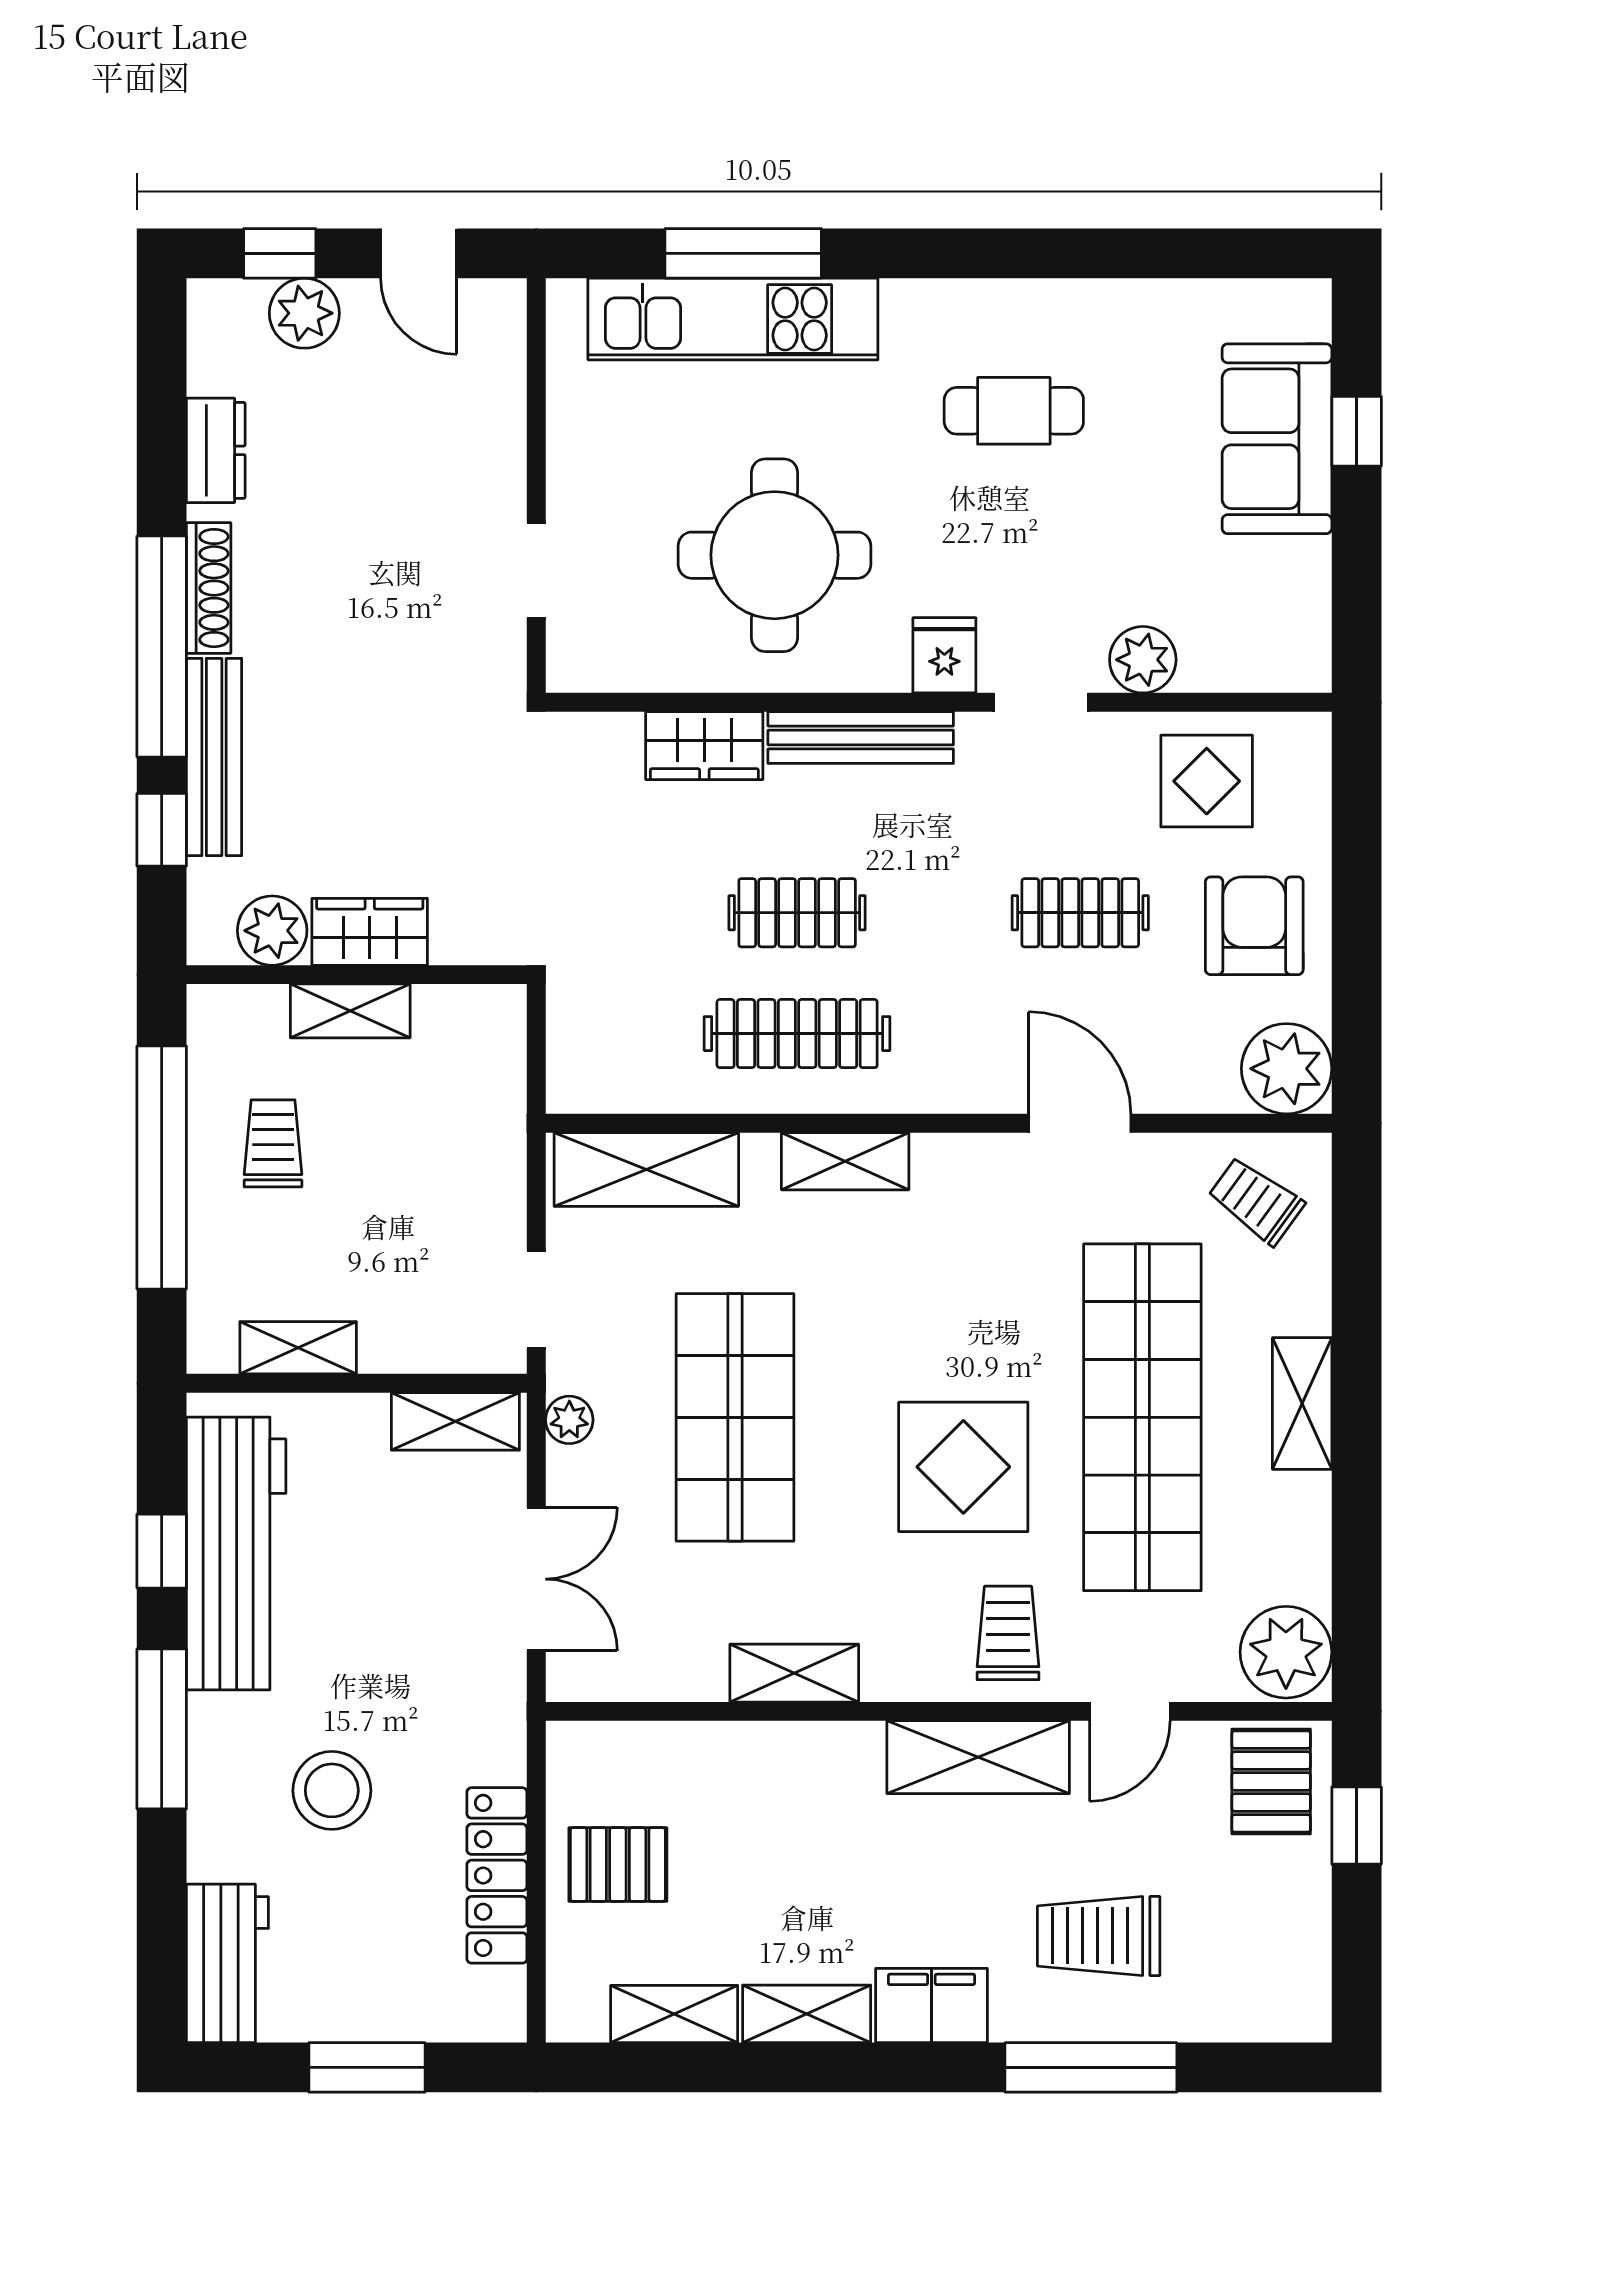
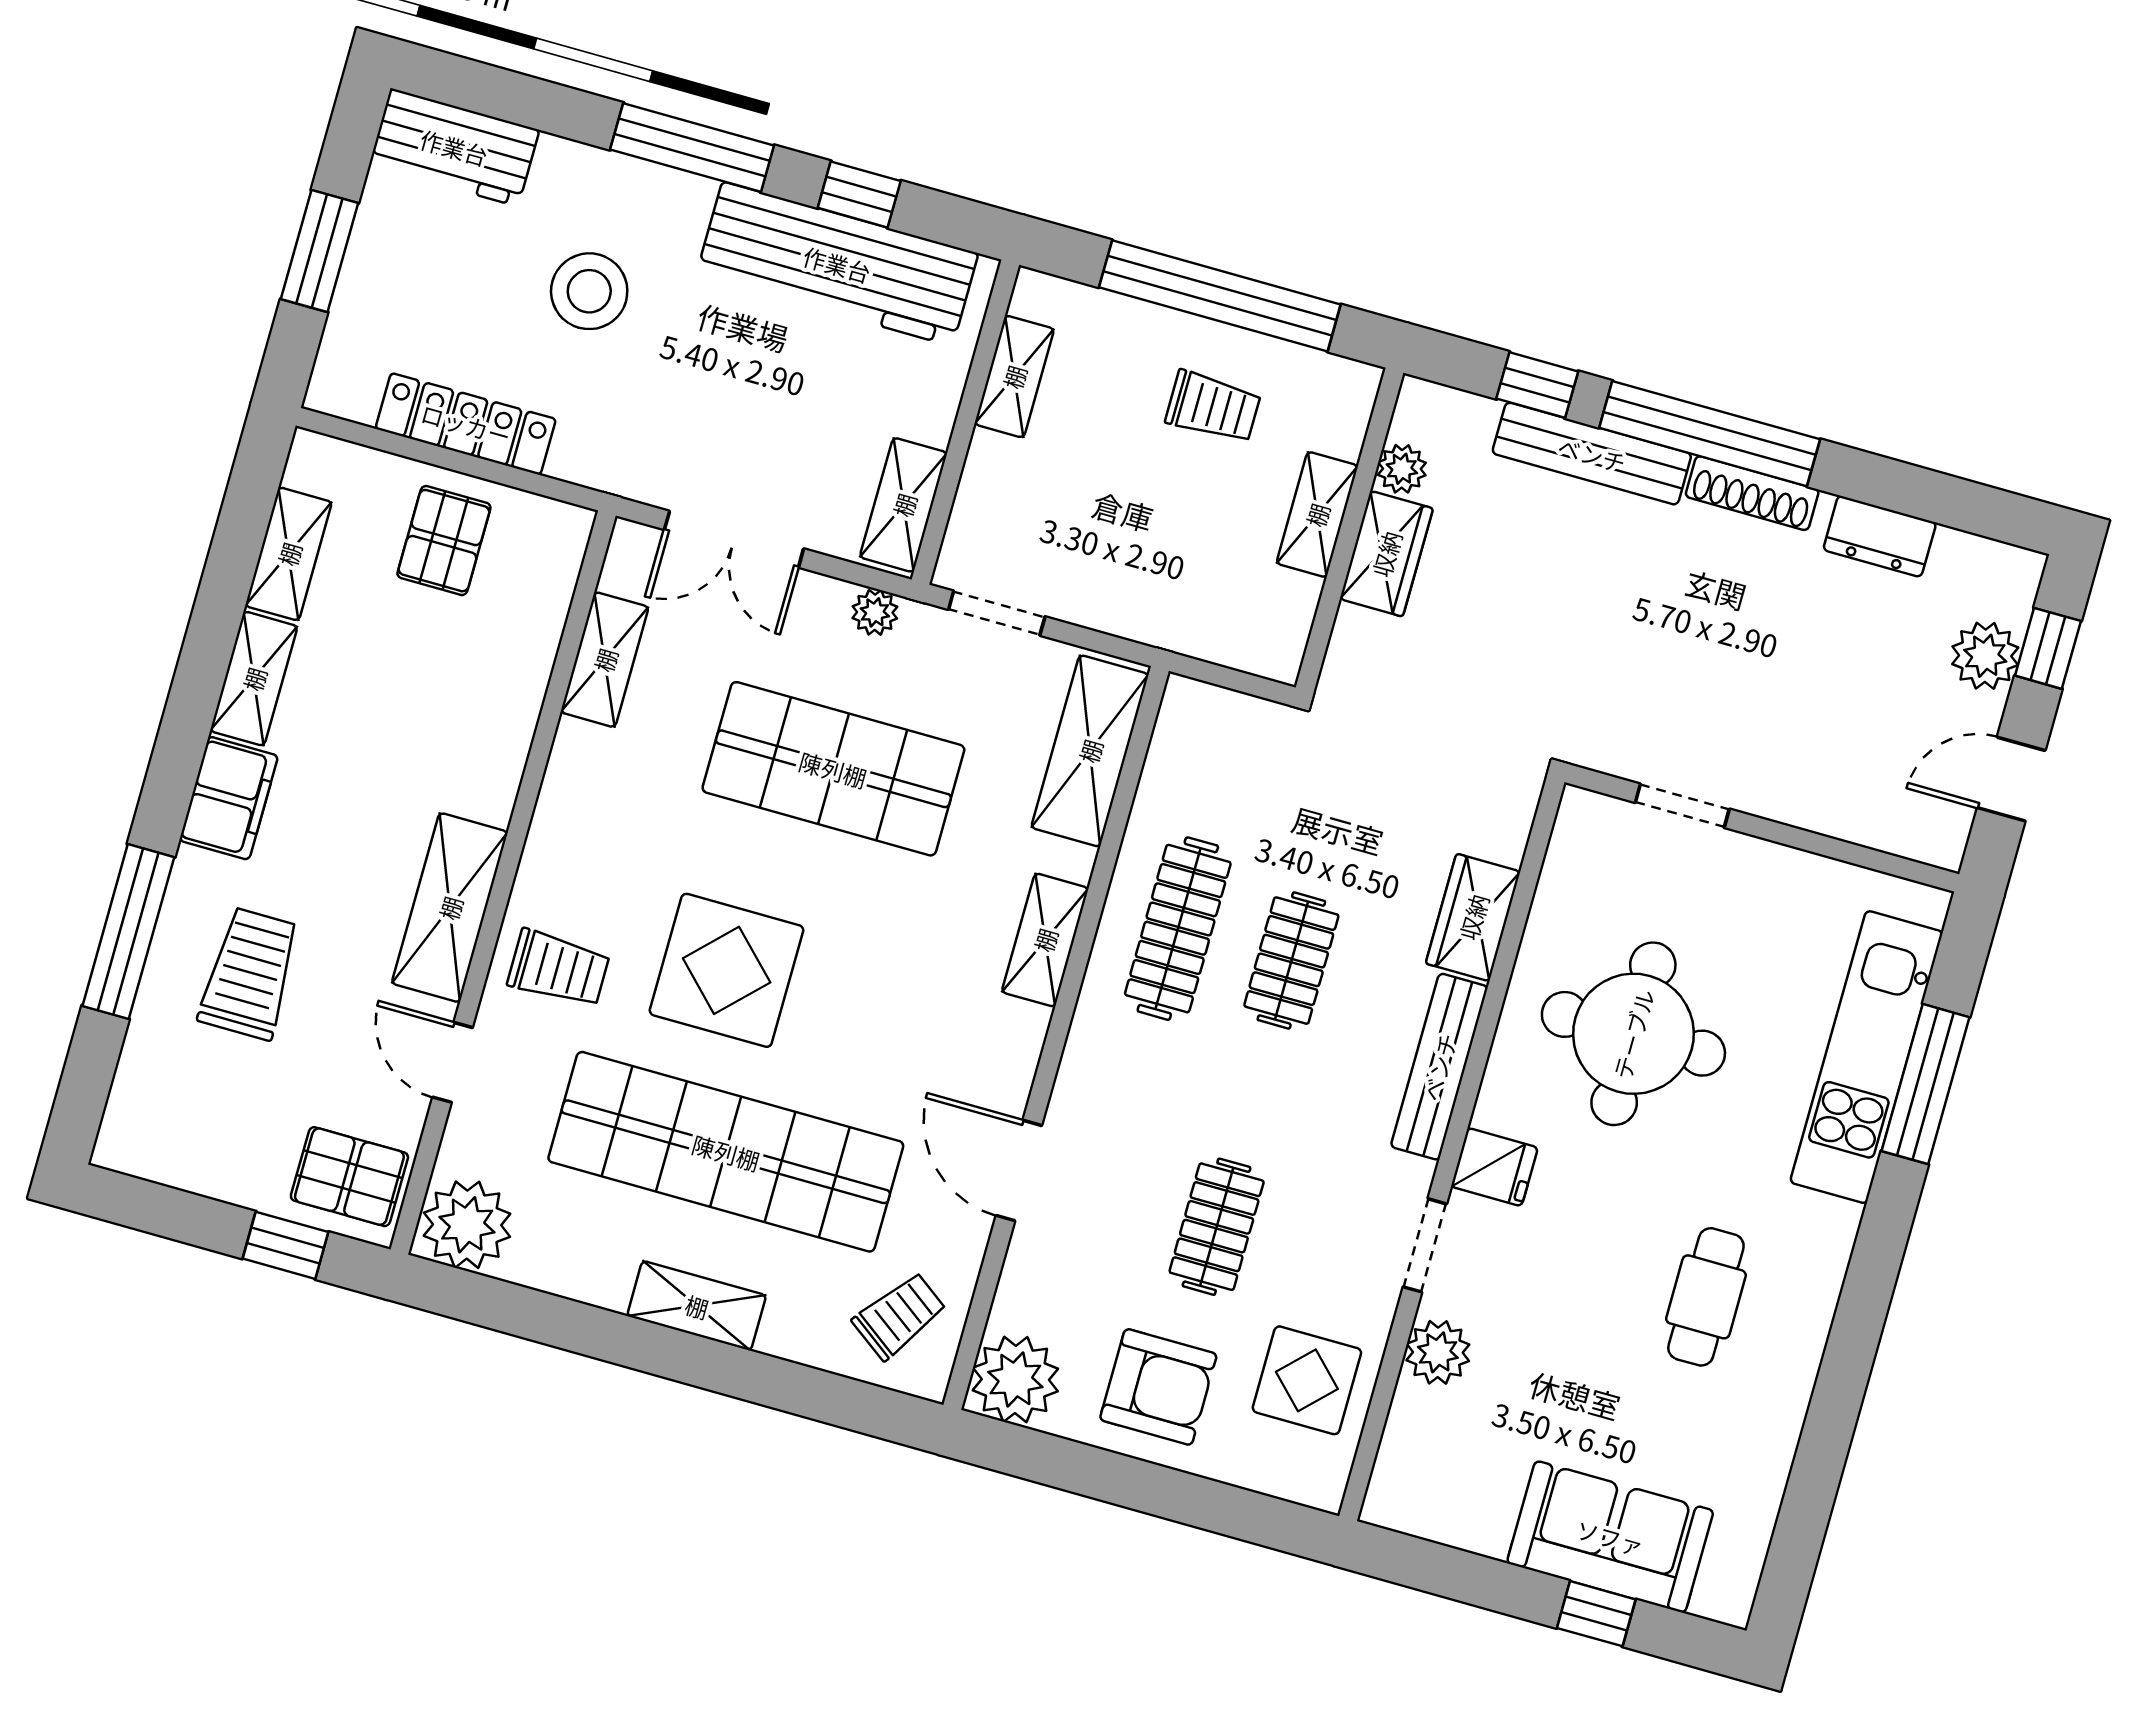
plant: (272, 931) -> (1402, 469), width x0.73, depth x0.73
door: (1080, 1123) -> (1019, 1171), swing flipped
shelving: (794, 1673) -> (605, 660), moved

